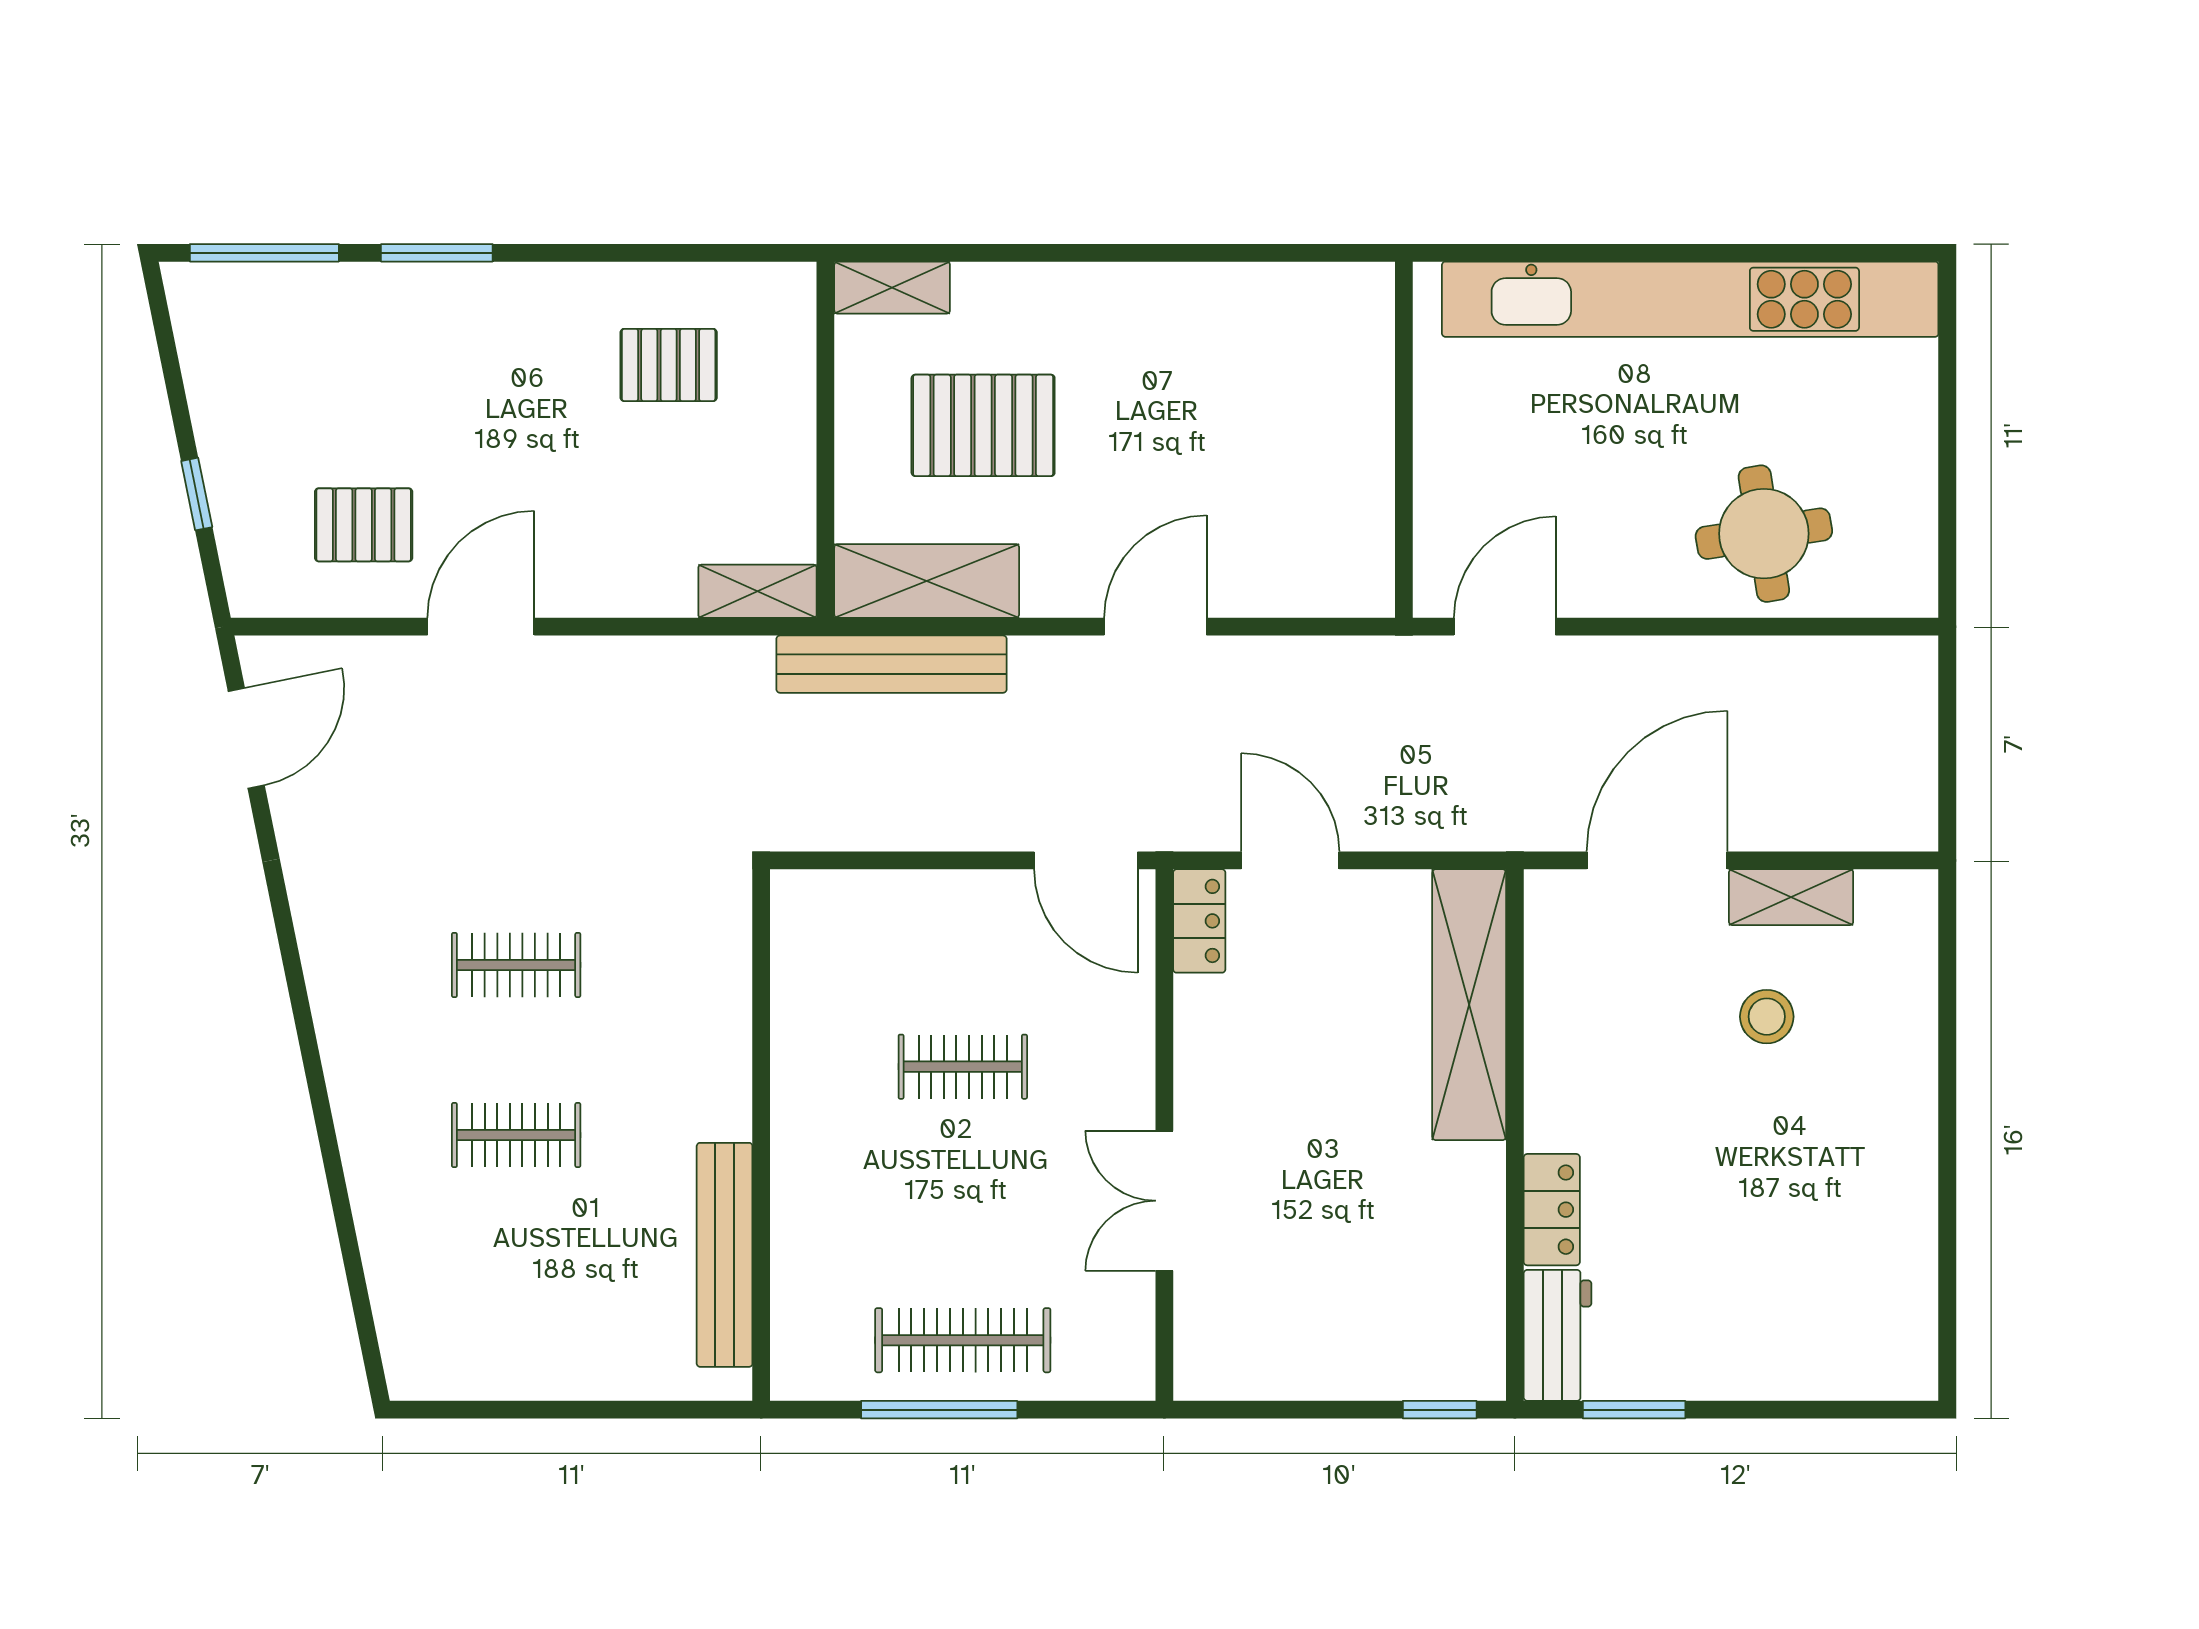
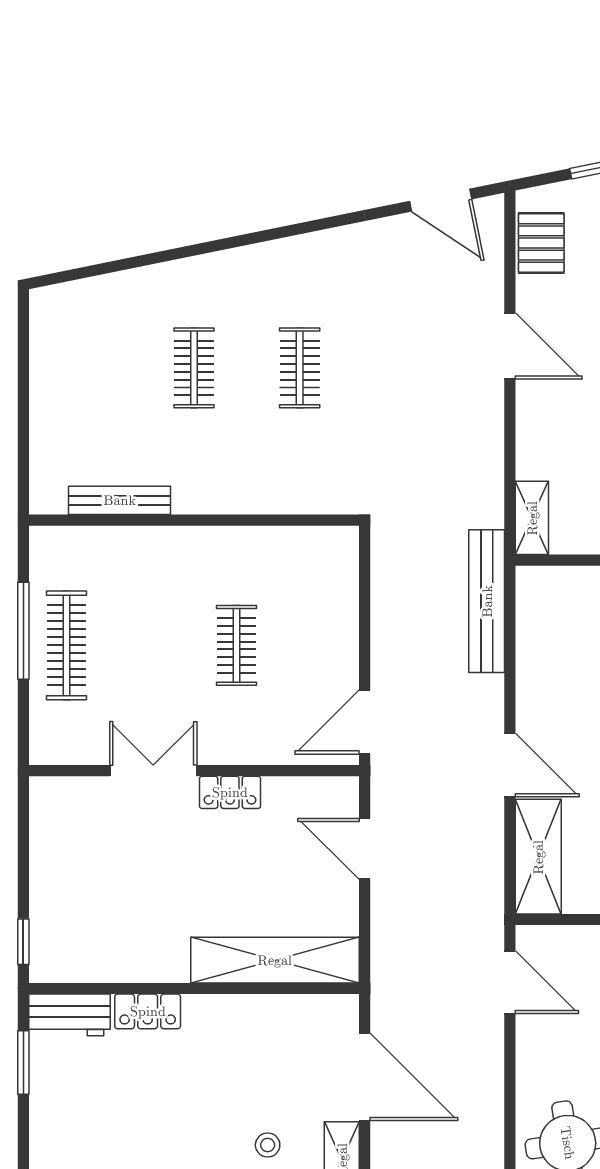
pallet: (364, 525) -> (541, 243), moved
shelving: (927, 581) -> (538, 857), moved
door: (1290, 860) -> (365, 849), swing flipped
locker: (1199, 921) -> (230, 792), moved
stool: (1767, 1017) -> (268, 1145), width x0.73, depth x0.73
bench: (725, 1255) -> (120, 500), width x0.73, depth x0.82

